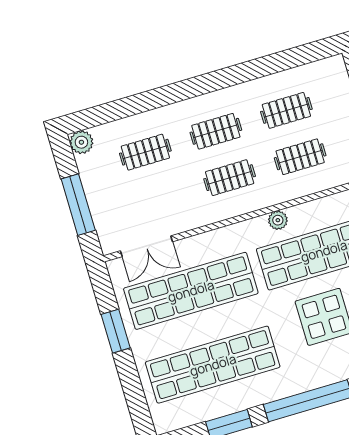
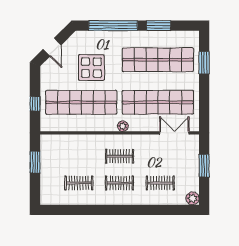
clothes rail: (300, 157) -> (79, 156), removed
window: (78, 205) -> (204, 166), width x0.69
plant: (278, 220) -> (123, 126), moved
window: (116, 331) -> (204, 63), moved

